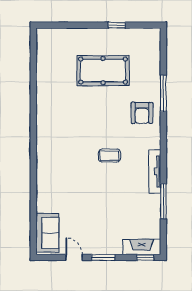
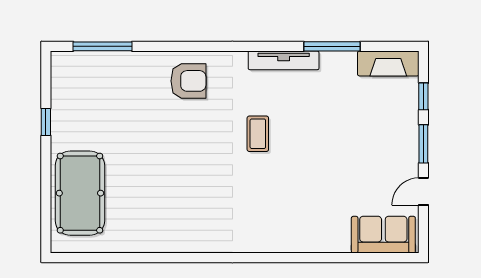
pool table: (103, 71) -> (80, 193), moved
window: (163, 93) -> (103, 46), moved
fireplace: (142, 247) -> (388, 63), moved, turned -90
window: (145, 257) -> (423, 96), moved

